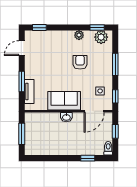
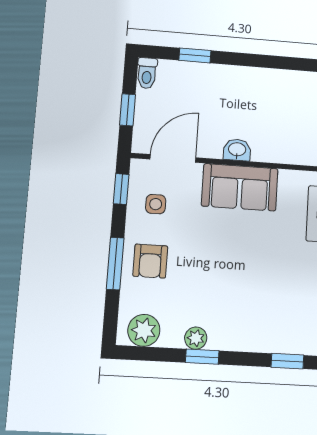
window: (97, 28) -> (202, 357), moved
armchair: (80, 62) -> (150, 261), moved

